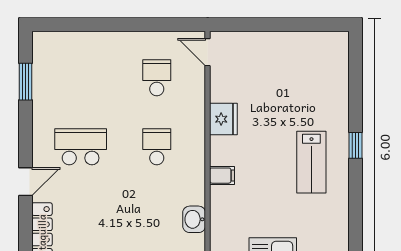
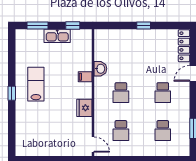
school desk: (81, 78) -> (163, 130), added
school desk: (81, 147) -> (163, 93), width x0.54
washbasin: (194, 219) -> (100, 69), moved

